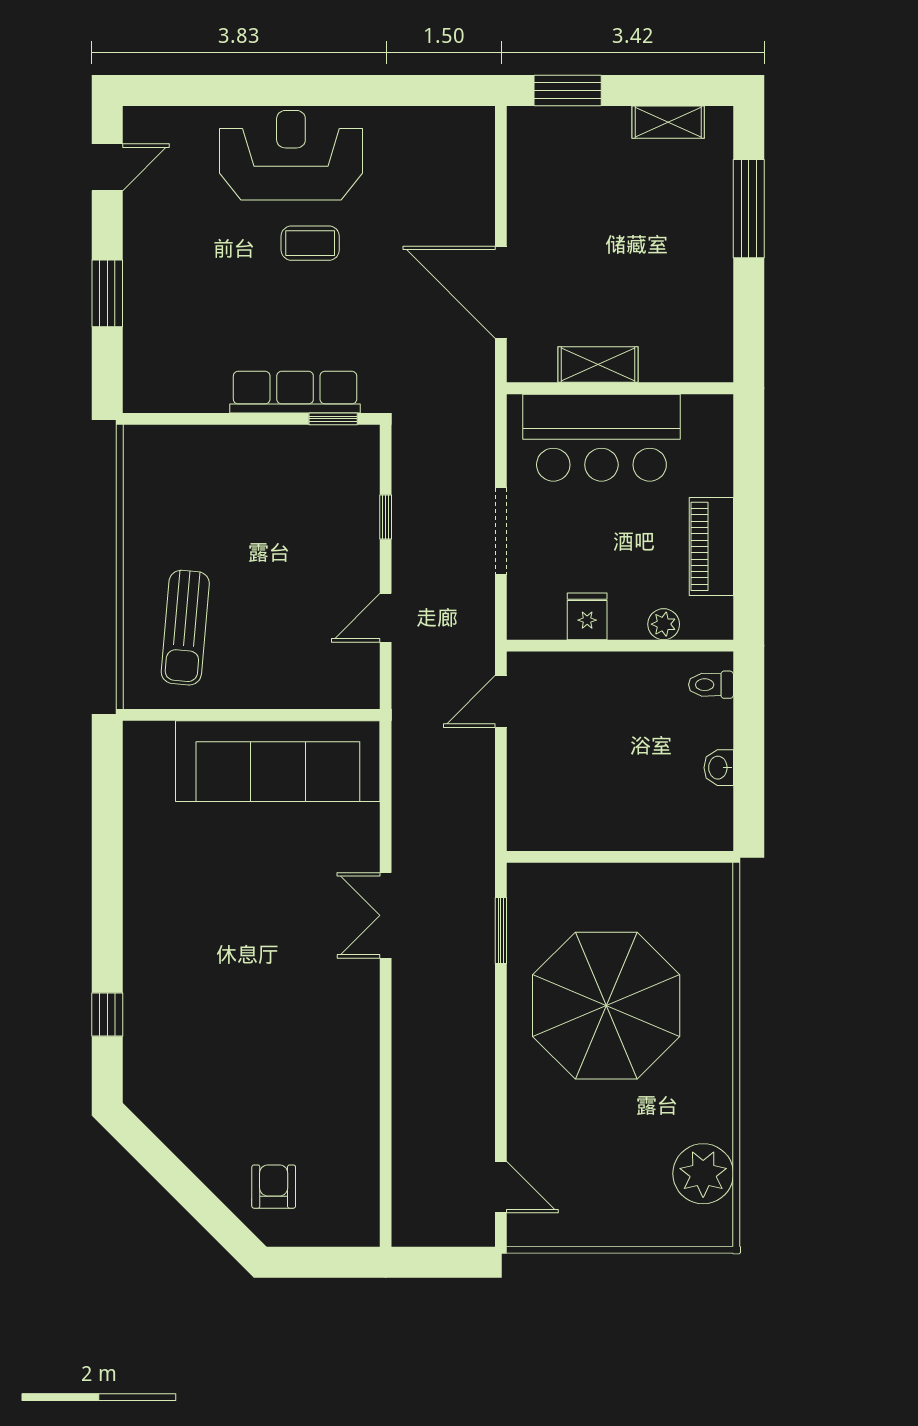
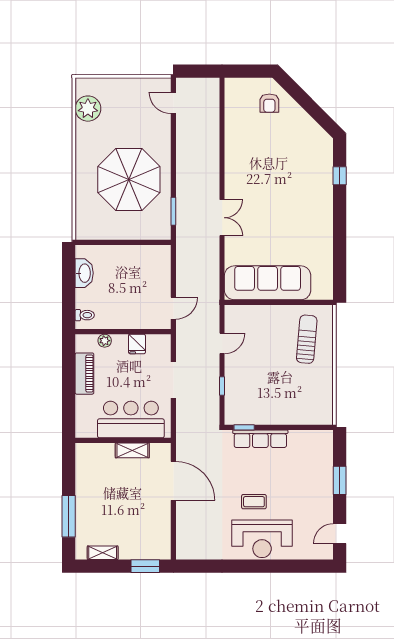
washbasin: (719, 768) -> (84, 273), width x1.91, depth x1.45

